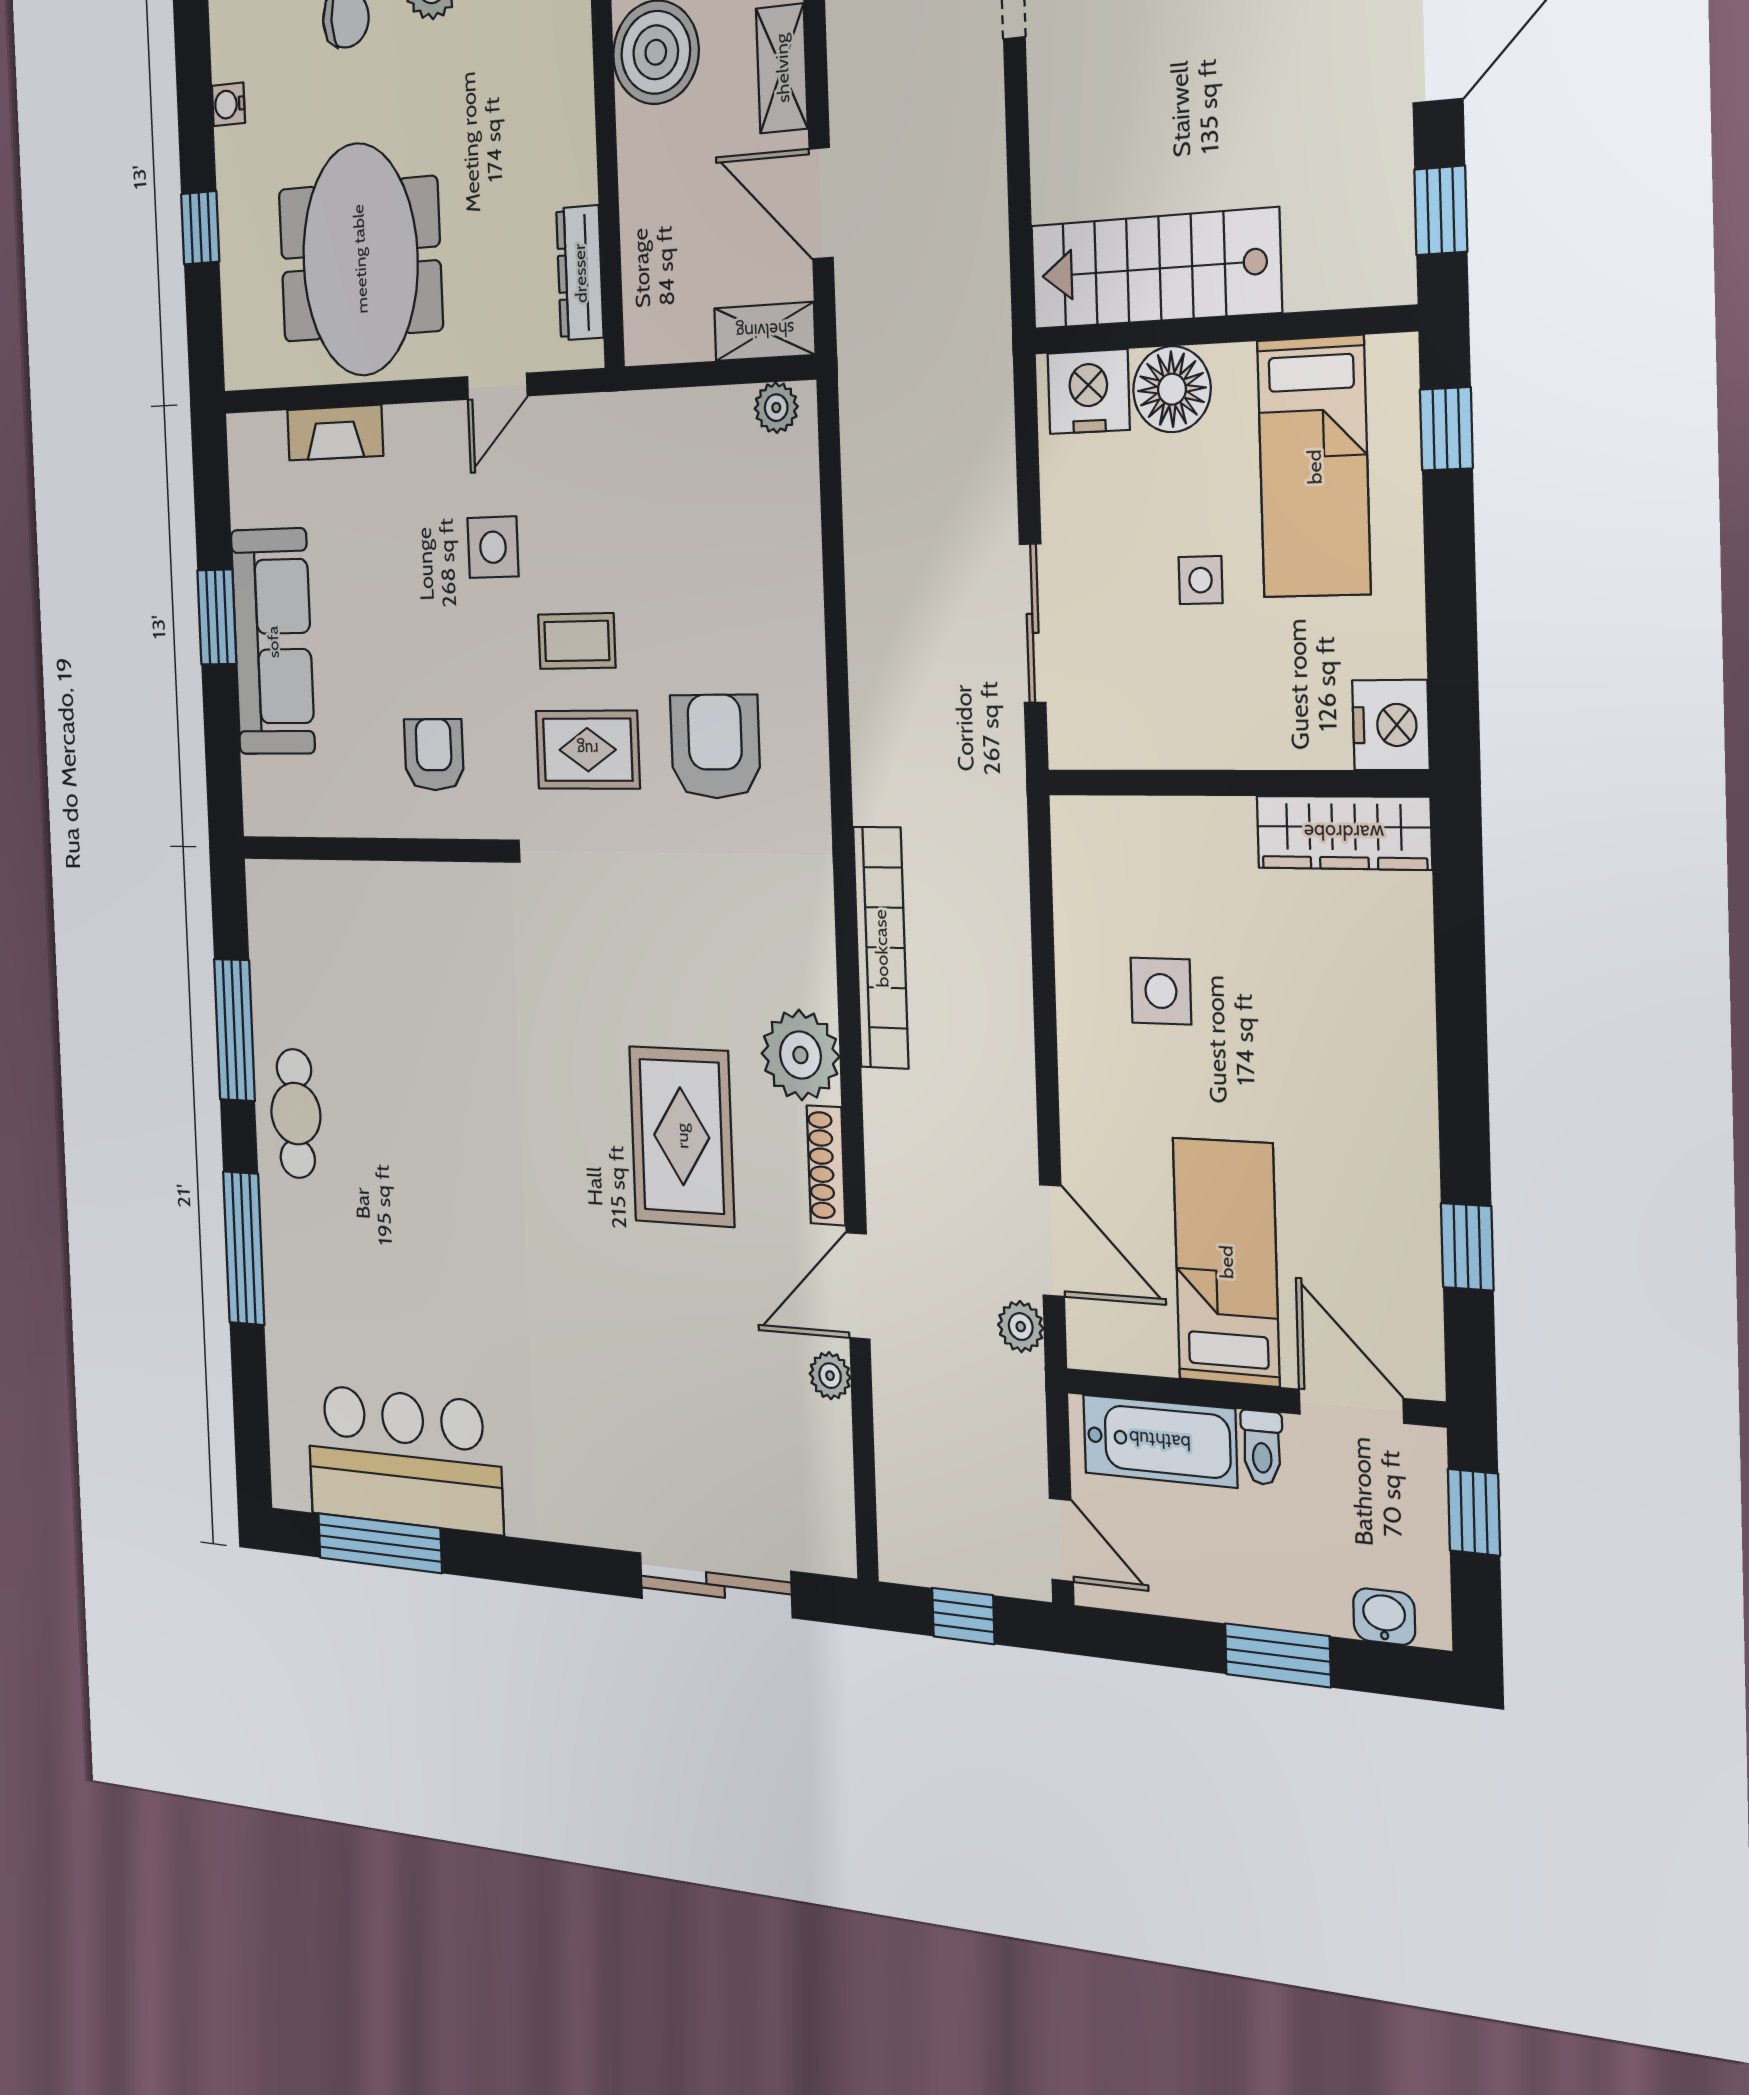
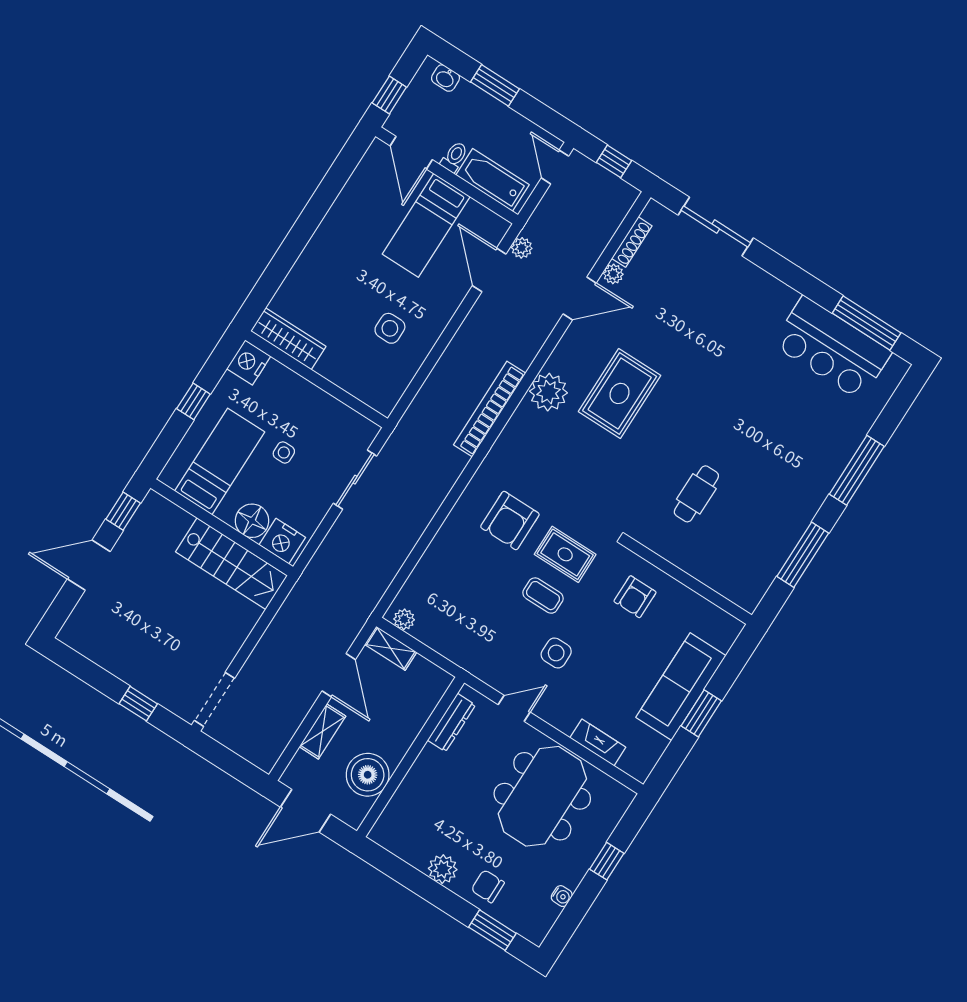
window: (1446, 429) -> (193, 401), moved
cafe table: (296, 1114) -> (696, 494), moved
shoe rack: (826, 1165) -> (632, 242), moved
window: (1467, 1247) -> (334, 181), removed

